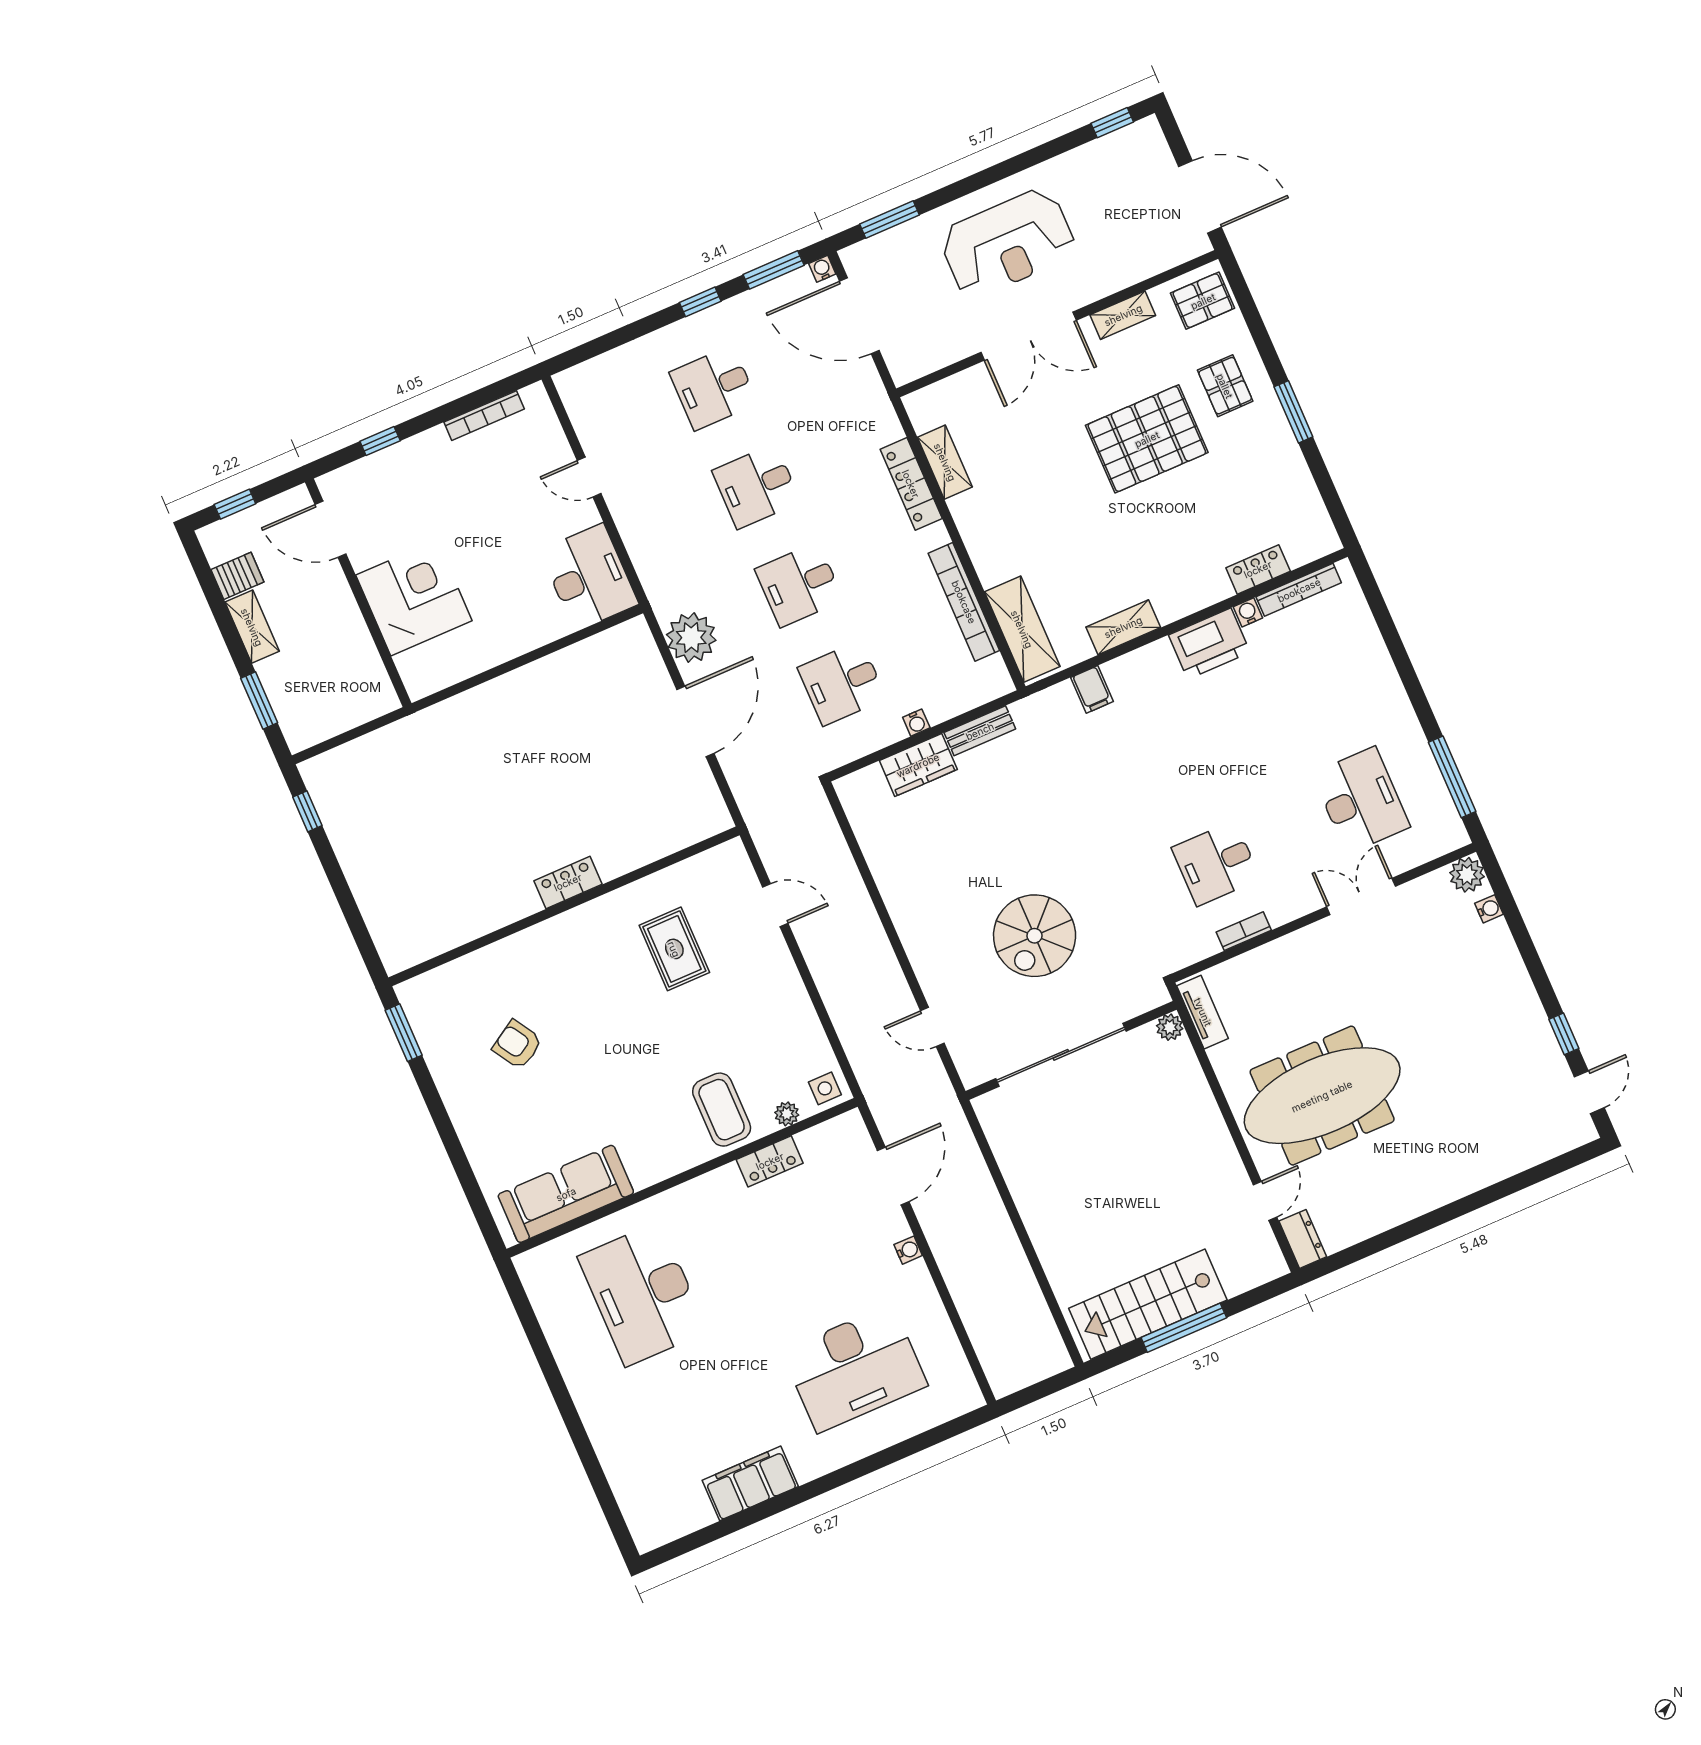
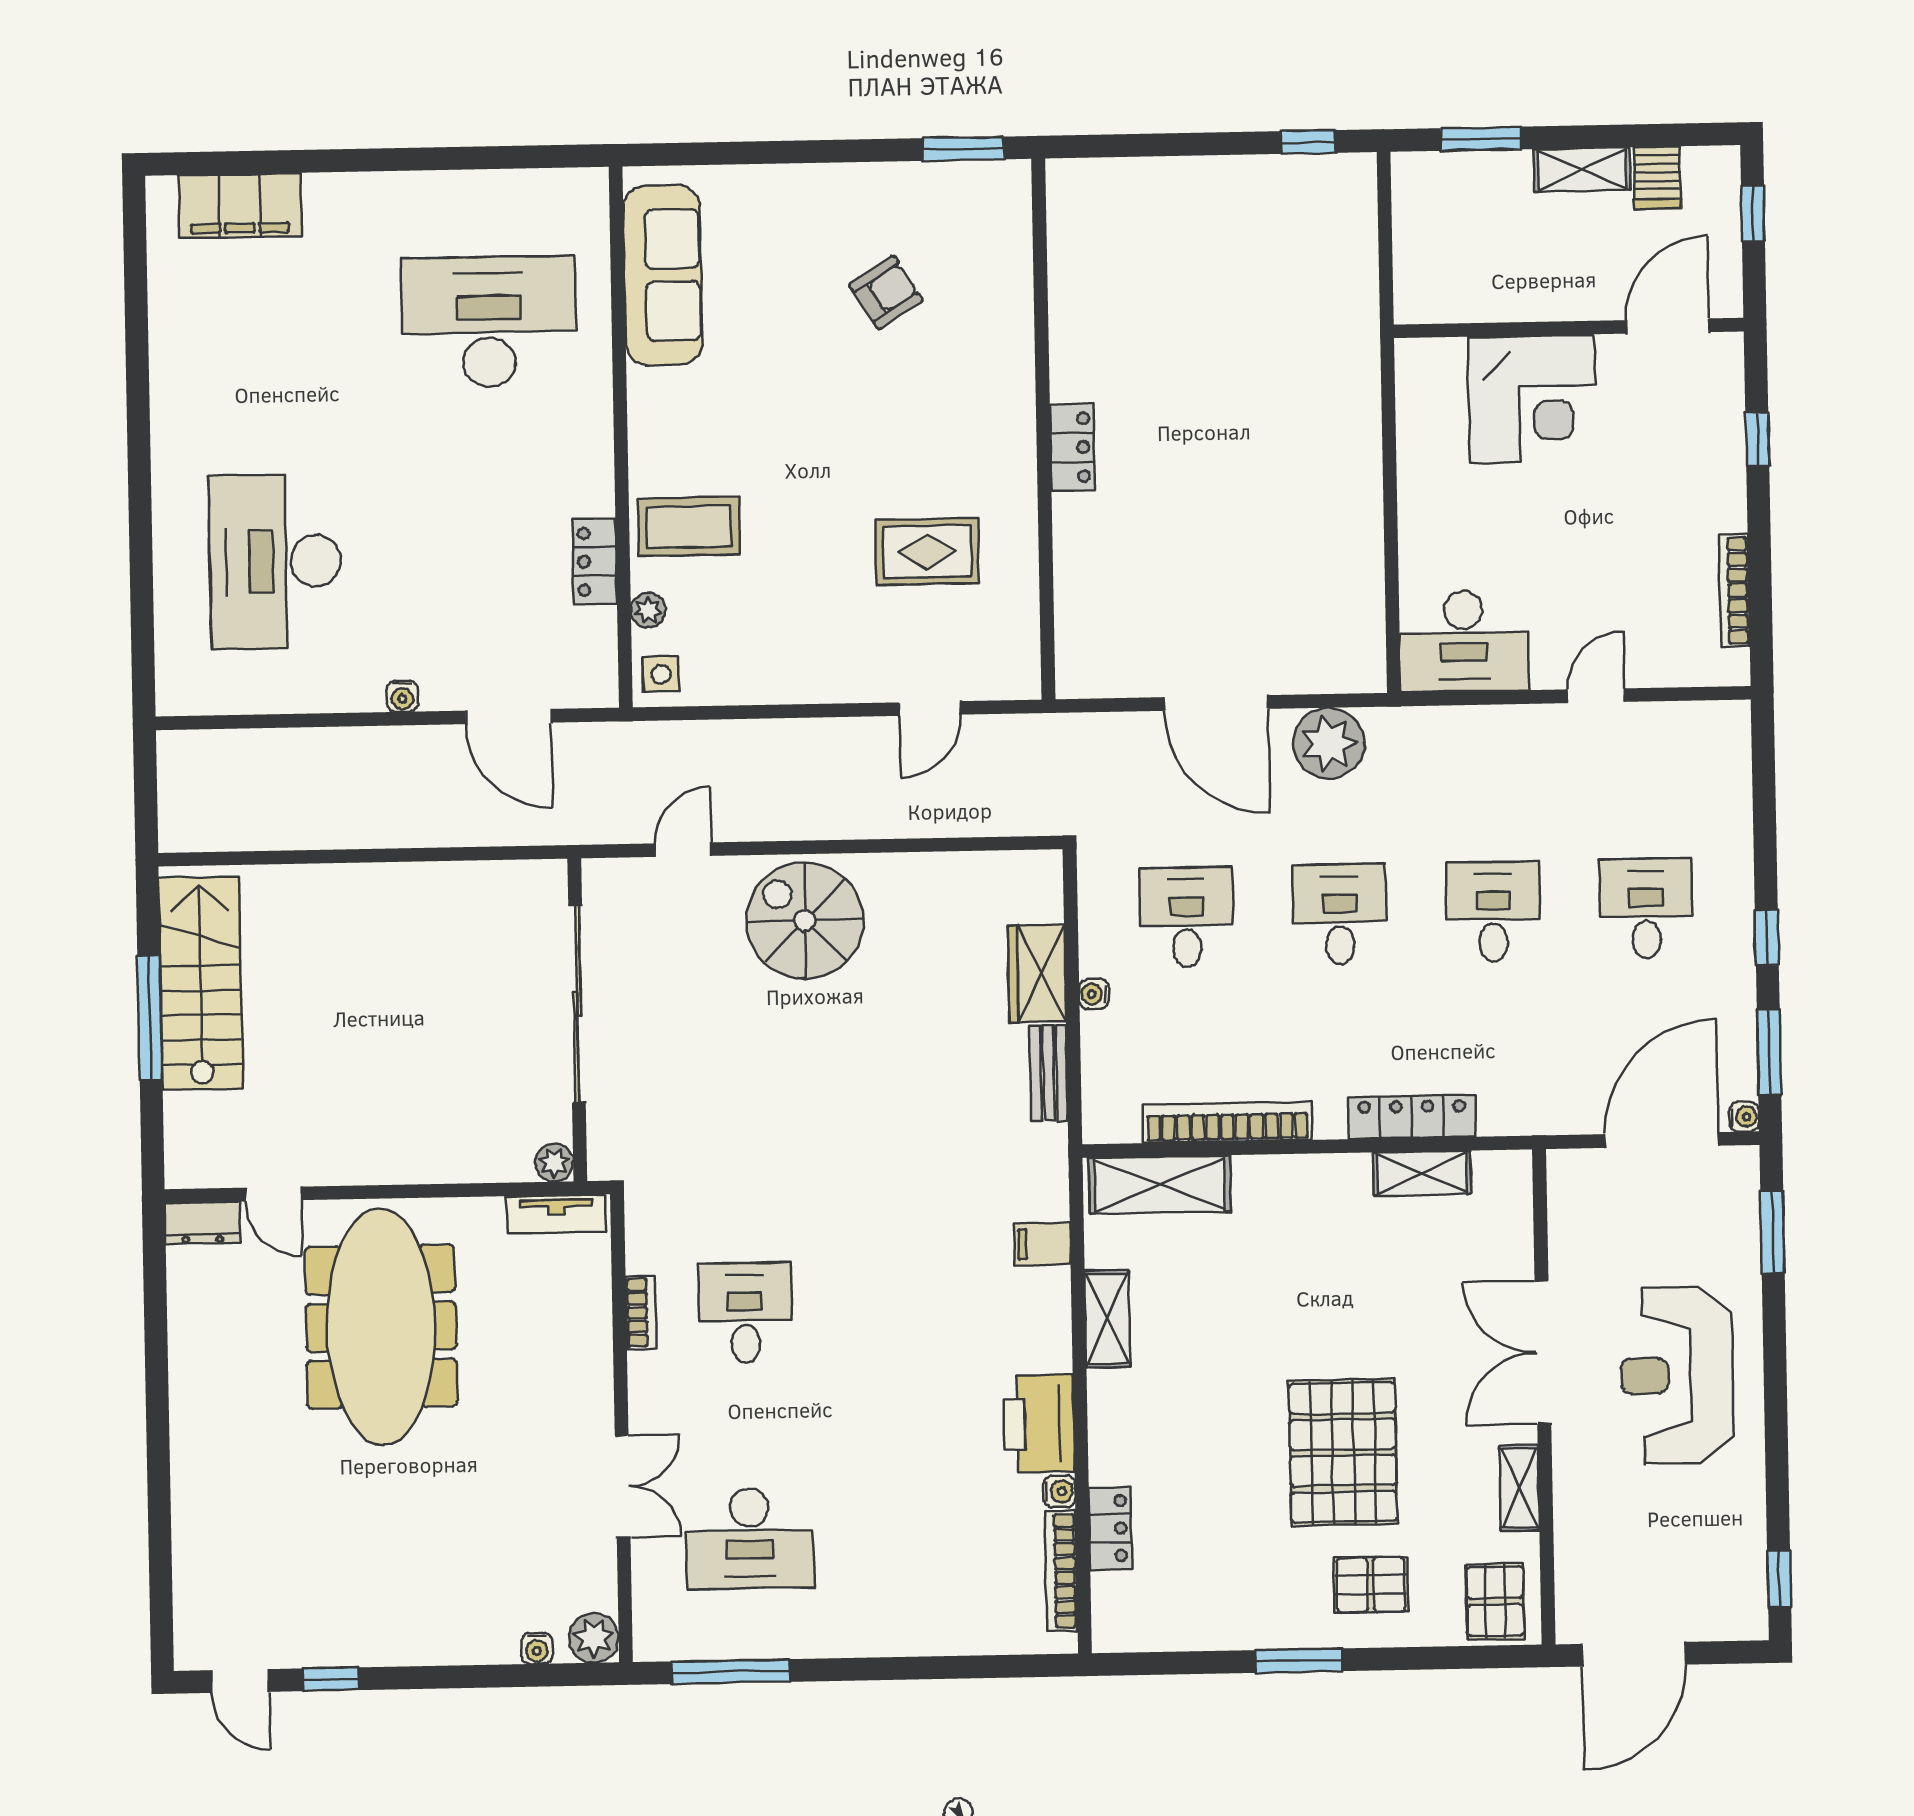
spiral stairs: (1035, 936) -> (805, 921), moved
filing cabinet: (750, 1483) -> (239, 206), moved, turned 90

